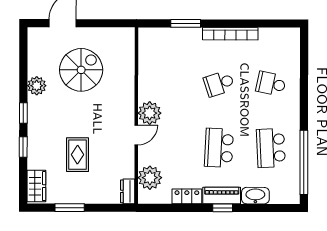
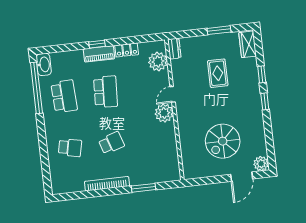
plant: (37, 86) -> (261, 164), moved
washbasin: (255, 196) -> (44, 64), moved, turned -90

